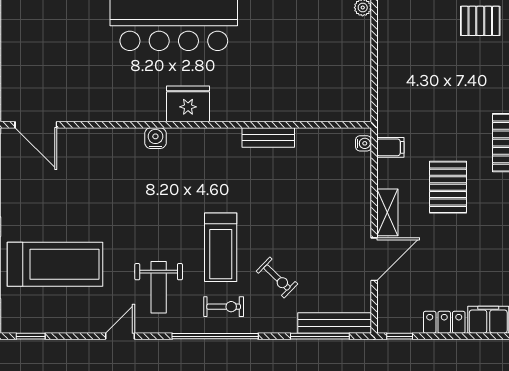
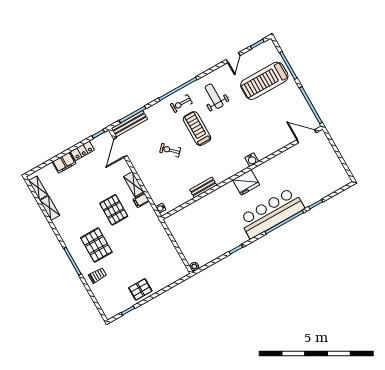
filing cabinet: (390, 147) -> (141, 200), moved
door: (374, 259) -> (120, 147), moved
exercise bike: (277, 278) -> (170, 150), moved
door: (120, 336) -> (233, 58), moved

